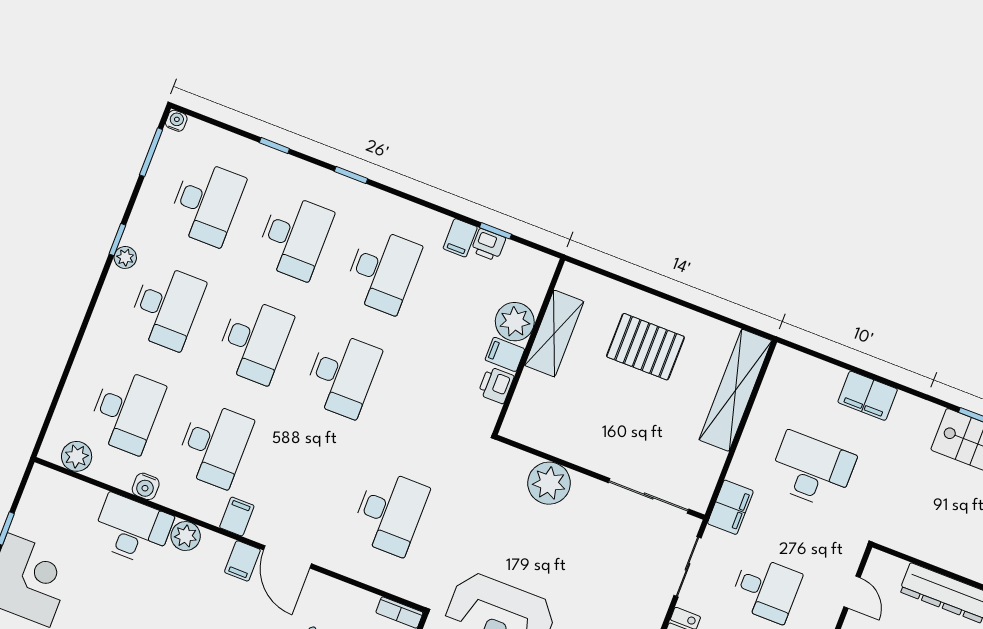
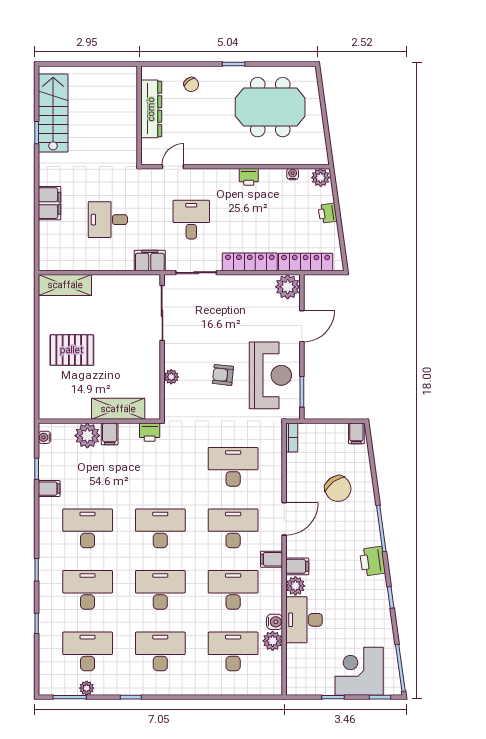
water cooler: (176, 121) -> (44, 437), moved
printer: (488, 245) -> (47, 470), removed
plant: (125, 257) -> (87, 688), moved
shelving: (554, 333) -> (118, 409), moved
pallet: (645, 347) -> (72, 350), turned 90
printer: (496, 385) -> (150, 432), moved
shelving: (735, 390) -> (65, 285), width x0.68
plant: (77, 456) -> (273, 641), moved
desk: (812, 470) -> (108, 220), width x0.73
desk: (302, 479) -> (233, 528), added
plant: (549, 483) -> (171, 377), width x0.53, depth x0.53
armchair: (527, 549) -> (223, 375), added
filing cabinet: (242, 561) -> (297, 566), moved

